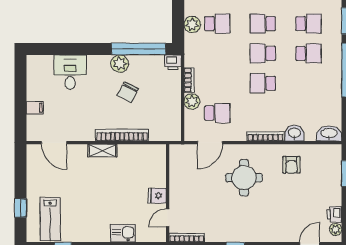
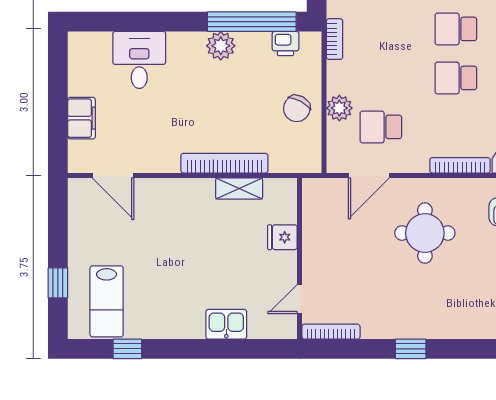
printer: (173, 62) -> (285, 44), moved
bookcase: (189, 80) -> (335, 39), moved
chair: (128, 92) -> (297, 108), moved
filing cabinet: (35, 108) -> (81, 118), width x2.00
school desk: (217, 113) -> (381, 127), turned 180
shelving: (102, 151) -> (239, 188), moved
fridge: (157, 196) -> (282, 237), moved

